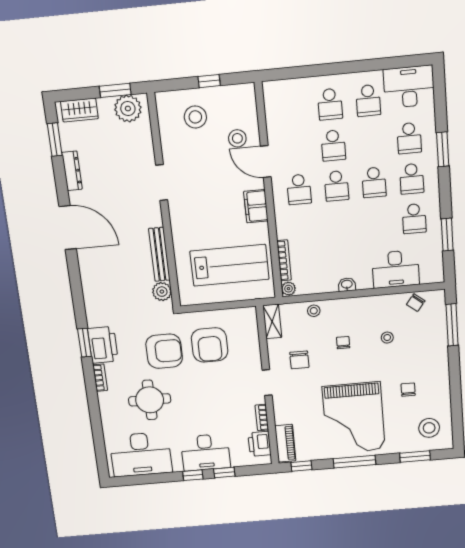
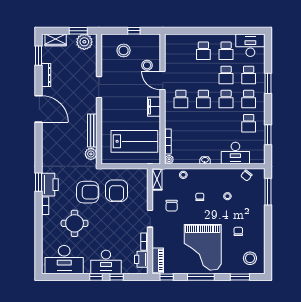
school desk: (333, 145) -> (226, 75), moved

